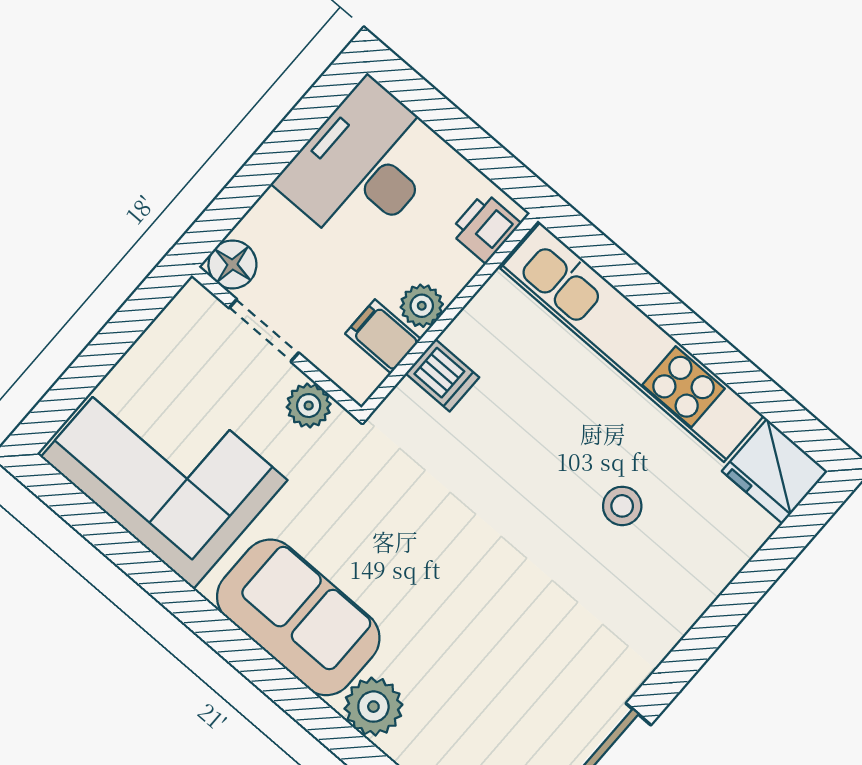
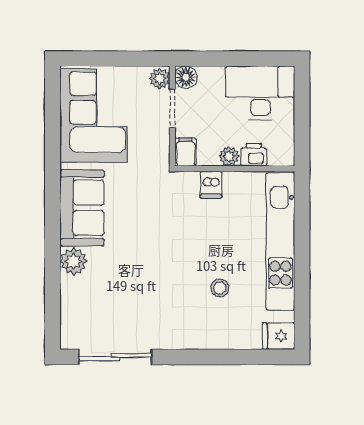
printer: (485, 228) -> (254, 155), moved
filing cabinet: (383, 336) -> (185, 152), moved
plant: (309, 406) -> (160, 79), moved
fridge: (775, 471) -> (279, 336), width x0.72

